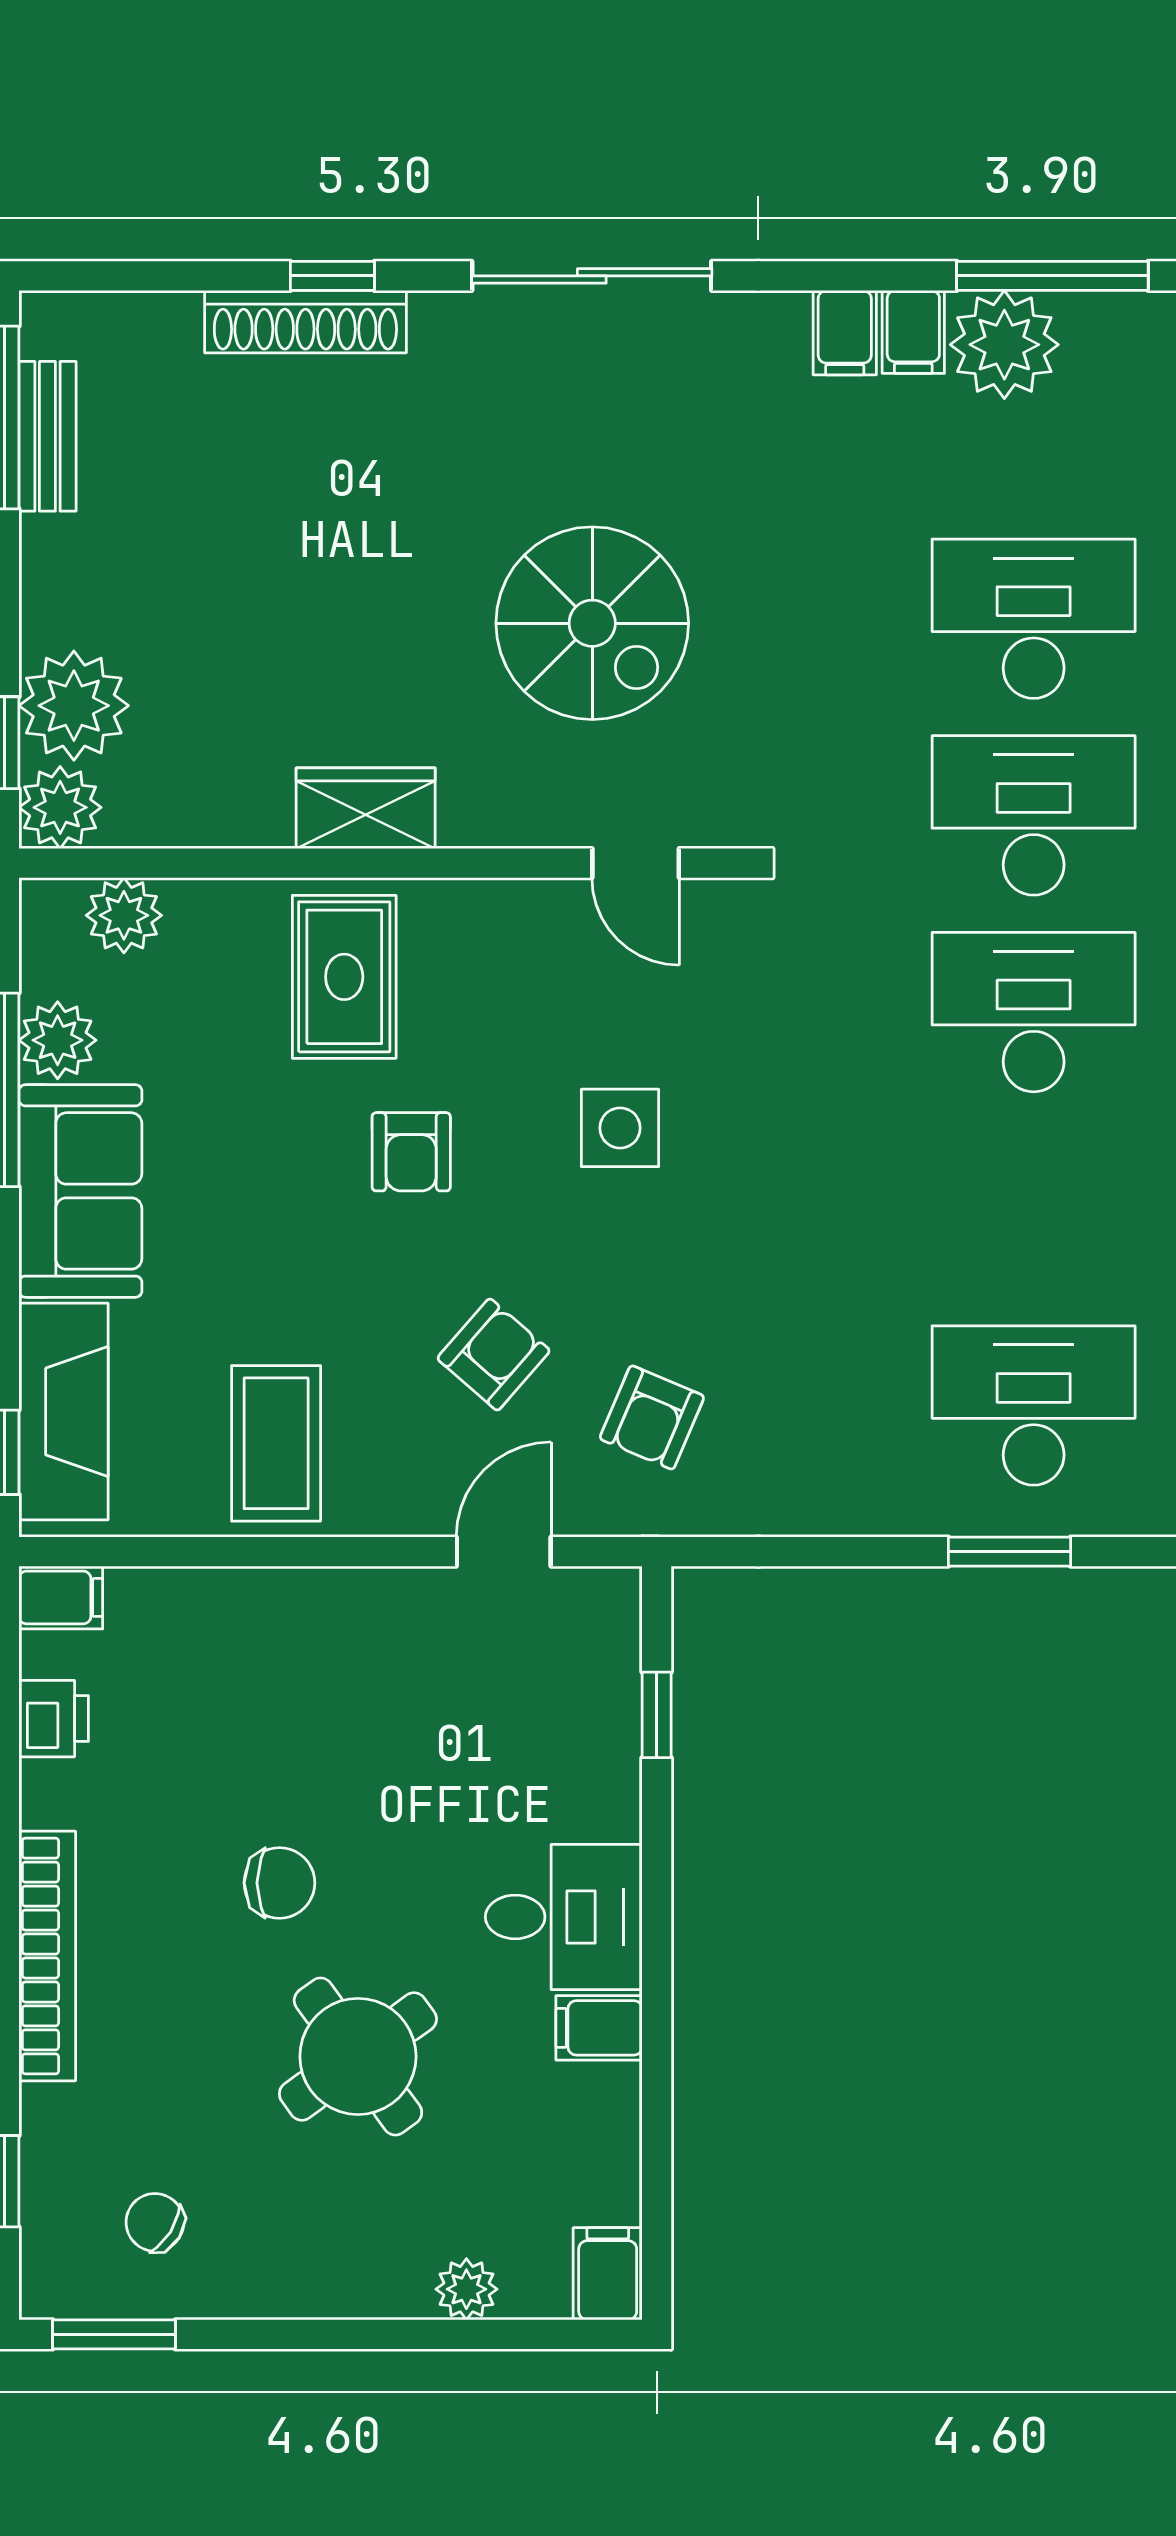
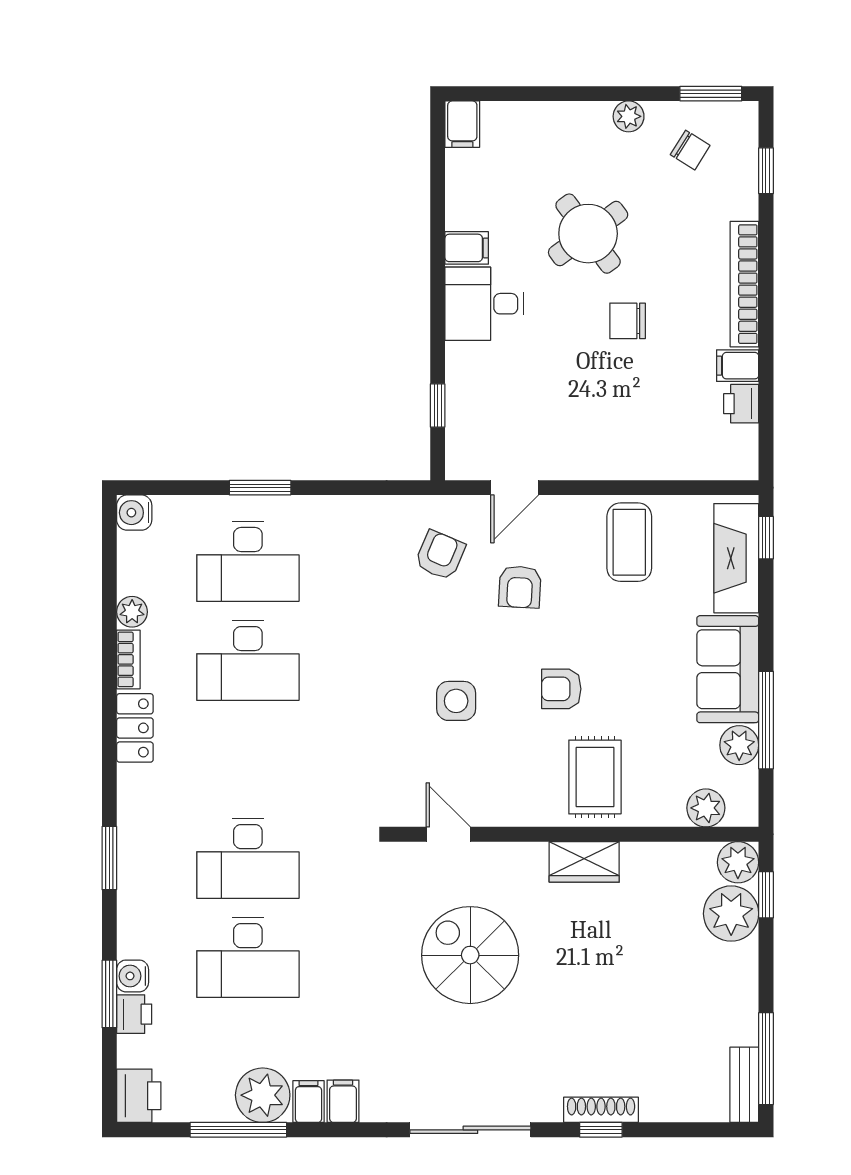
shoe rack: (305, 322) -> (601, 1110), width x0.74, depth x0.81
bench: (47, 436) -> (744, 1085), moved
desk: (1034, 1012) -> (248, 660), moved
armchair: (411, 1152) -> (561, 689), turned -90
armchair: (494, 1355) -> (520, 587), turned -38
filing cabinet: (61, 1597) -> (738, 366), moved
plant: (466, 2289) -> (629, 116), moved

